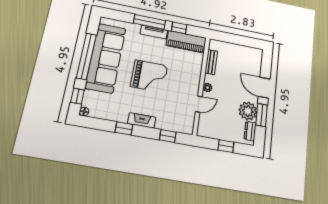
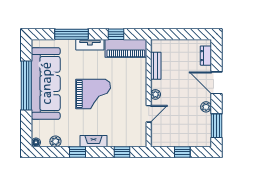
window: (150, 22) -> (72, 34), moved
window: (77, 96) -> (26, 128), removed
plant: (248, 111) -> (206, 107), width x0.53, depth x0.53
plant: (104, 114) -> (55, 141), added
window: (262, 115) -> (217, 126), moved
dresser: (250, 131) -> (206, 56), moved

